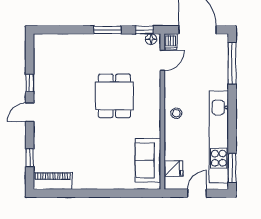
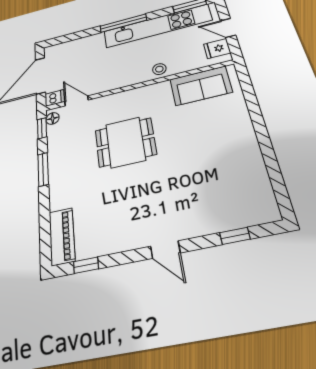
window: (232, 63) -> (123, 23), moved
window: (30, 83) -> (86, 265), moved
stool: (176, 113) -> (159, 69), moved
fridge: (174, 169) -> (217, 49), moved, turned -90
piano: (53, 181) -> (62, 236), moved, turned 180

